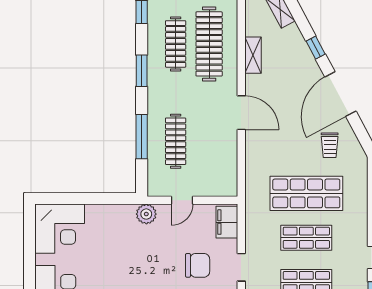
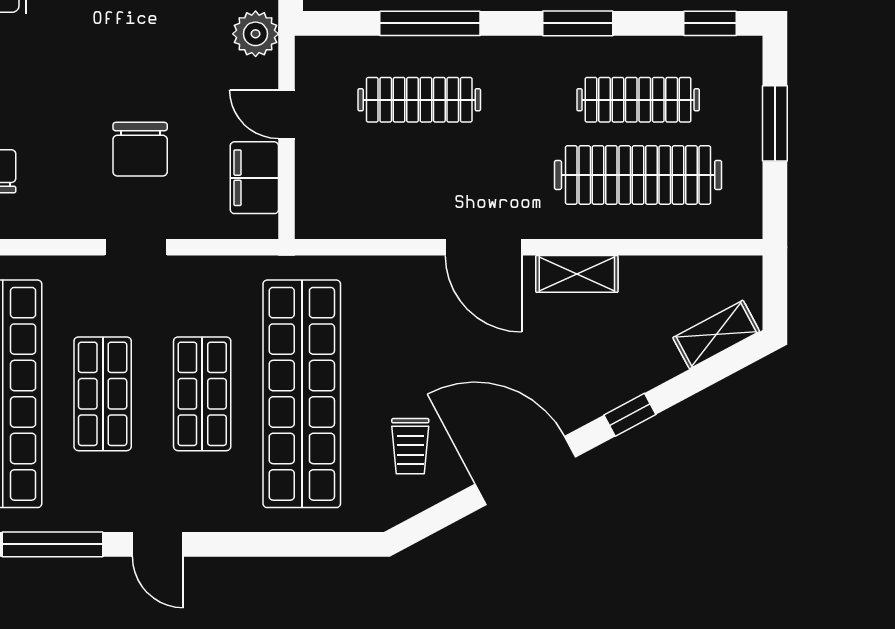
shelving: (253, 55) -> (577, 274), moved
door: (241, 113) -> (483, 247), hinge flipped
trolley: (330, 145) -> (410, 446), turned -90
shop shelf: (306, 193) -> (302, 394), width x1.40
filing cabinet: (227, 222) -> (254, 178), moved, turned -90

